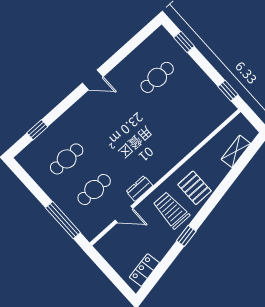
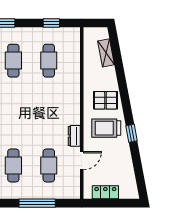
window: (228, 91) -> (51, 23), moved
cafe table: (185, 108) -> (49, 61), added
window: (63, 220) -> (37, 203), moved
locker: (144, 270) -> (105, 192), moved, turned 101

